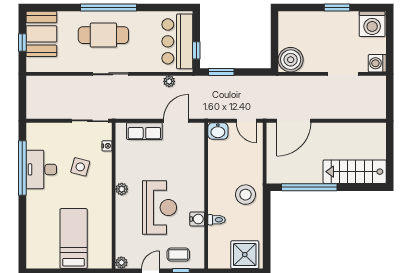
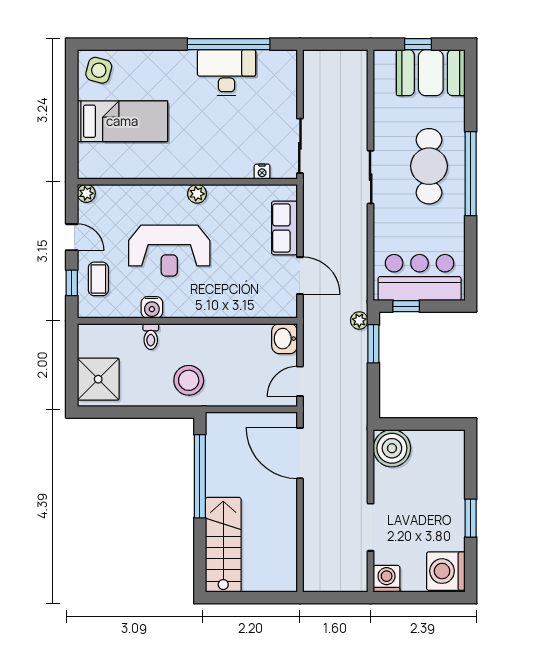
plant: (169, 81) -> (359, 321), moved
side table: (80, 167) -> (99, 70), moved

